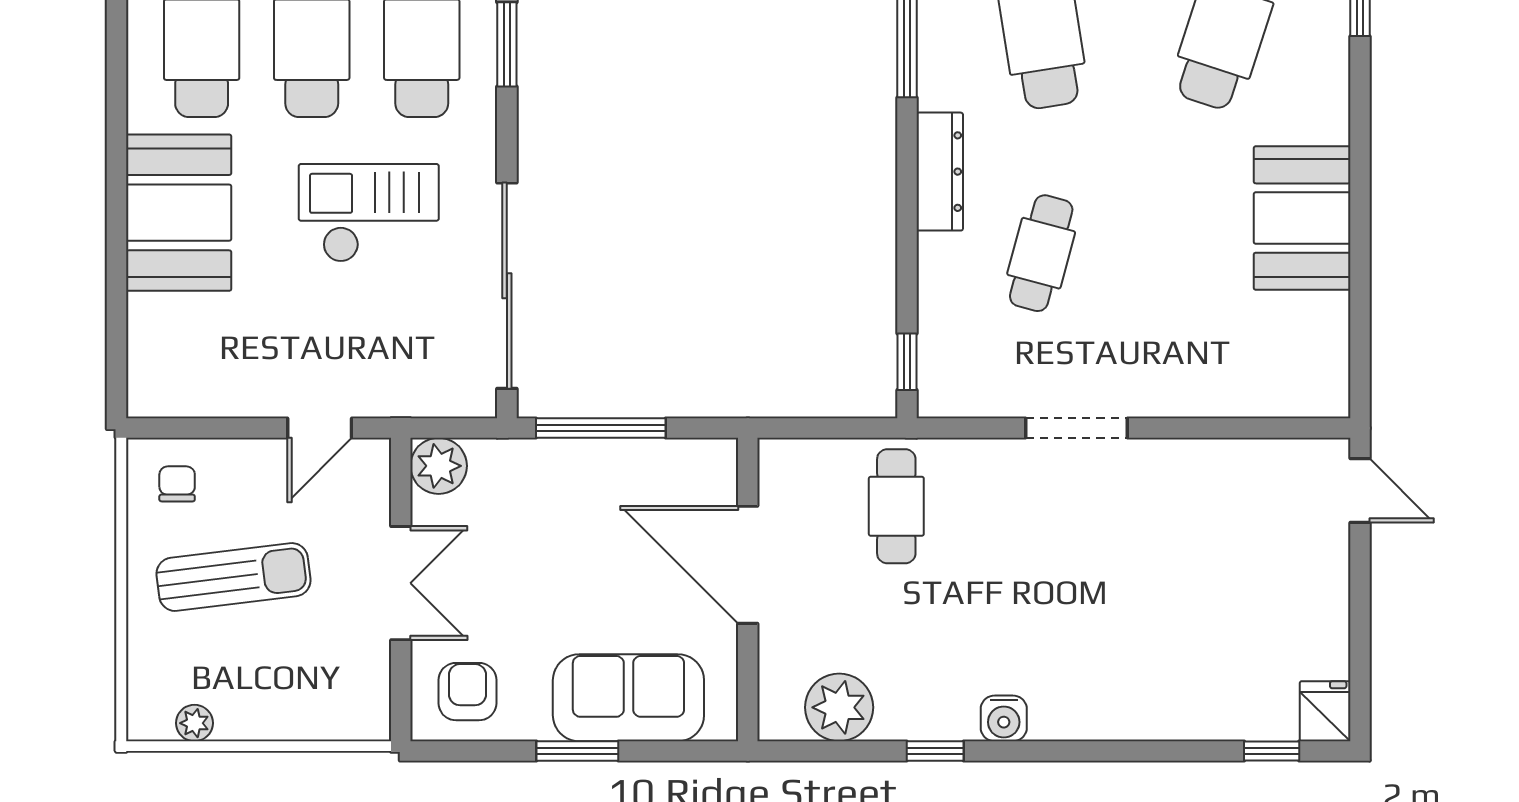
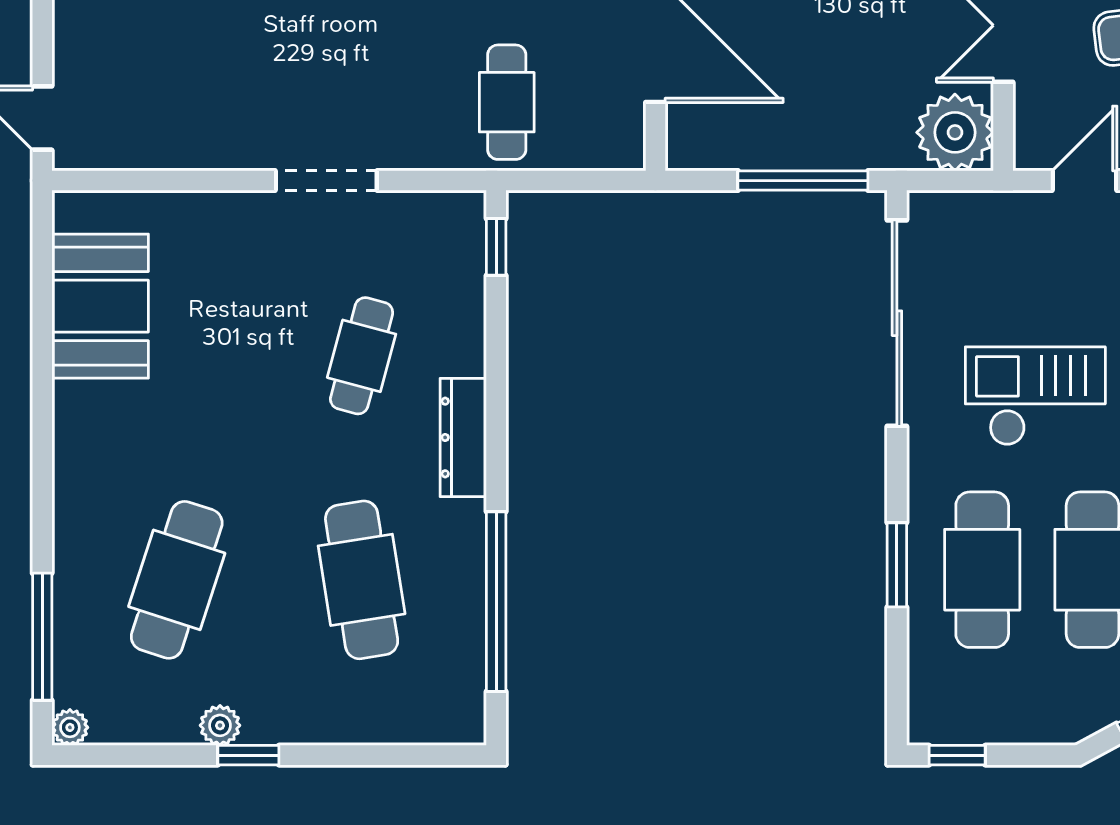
checkout: (369, 213) -> (1035, 396), turned 180
booth: (1302, 218) -> (100, 306), moved
plant: (439, 466) -> (955, 132), width x1.36, depth x1.36

